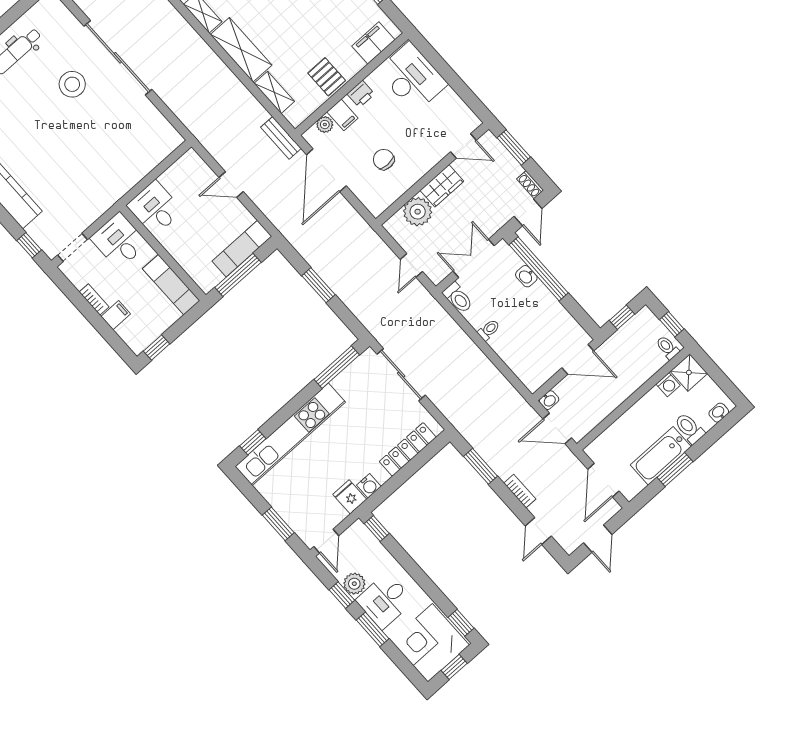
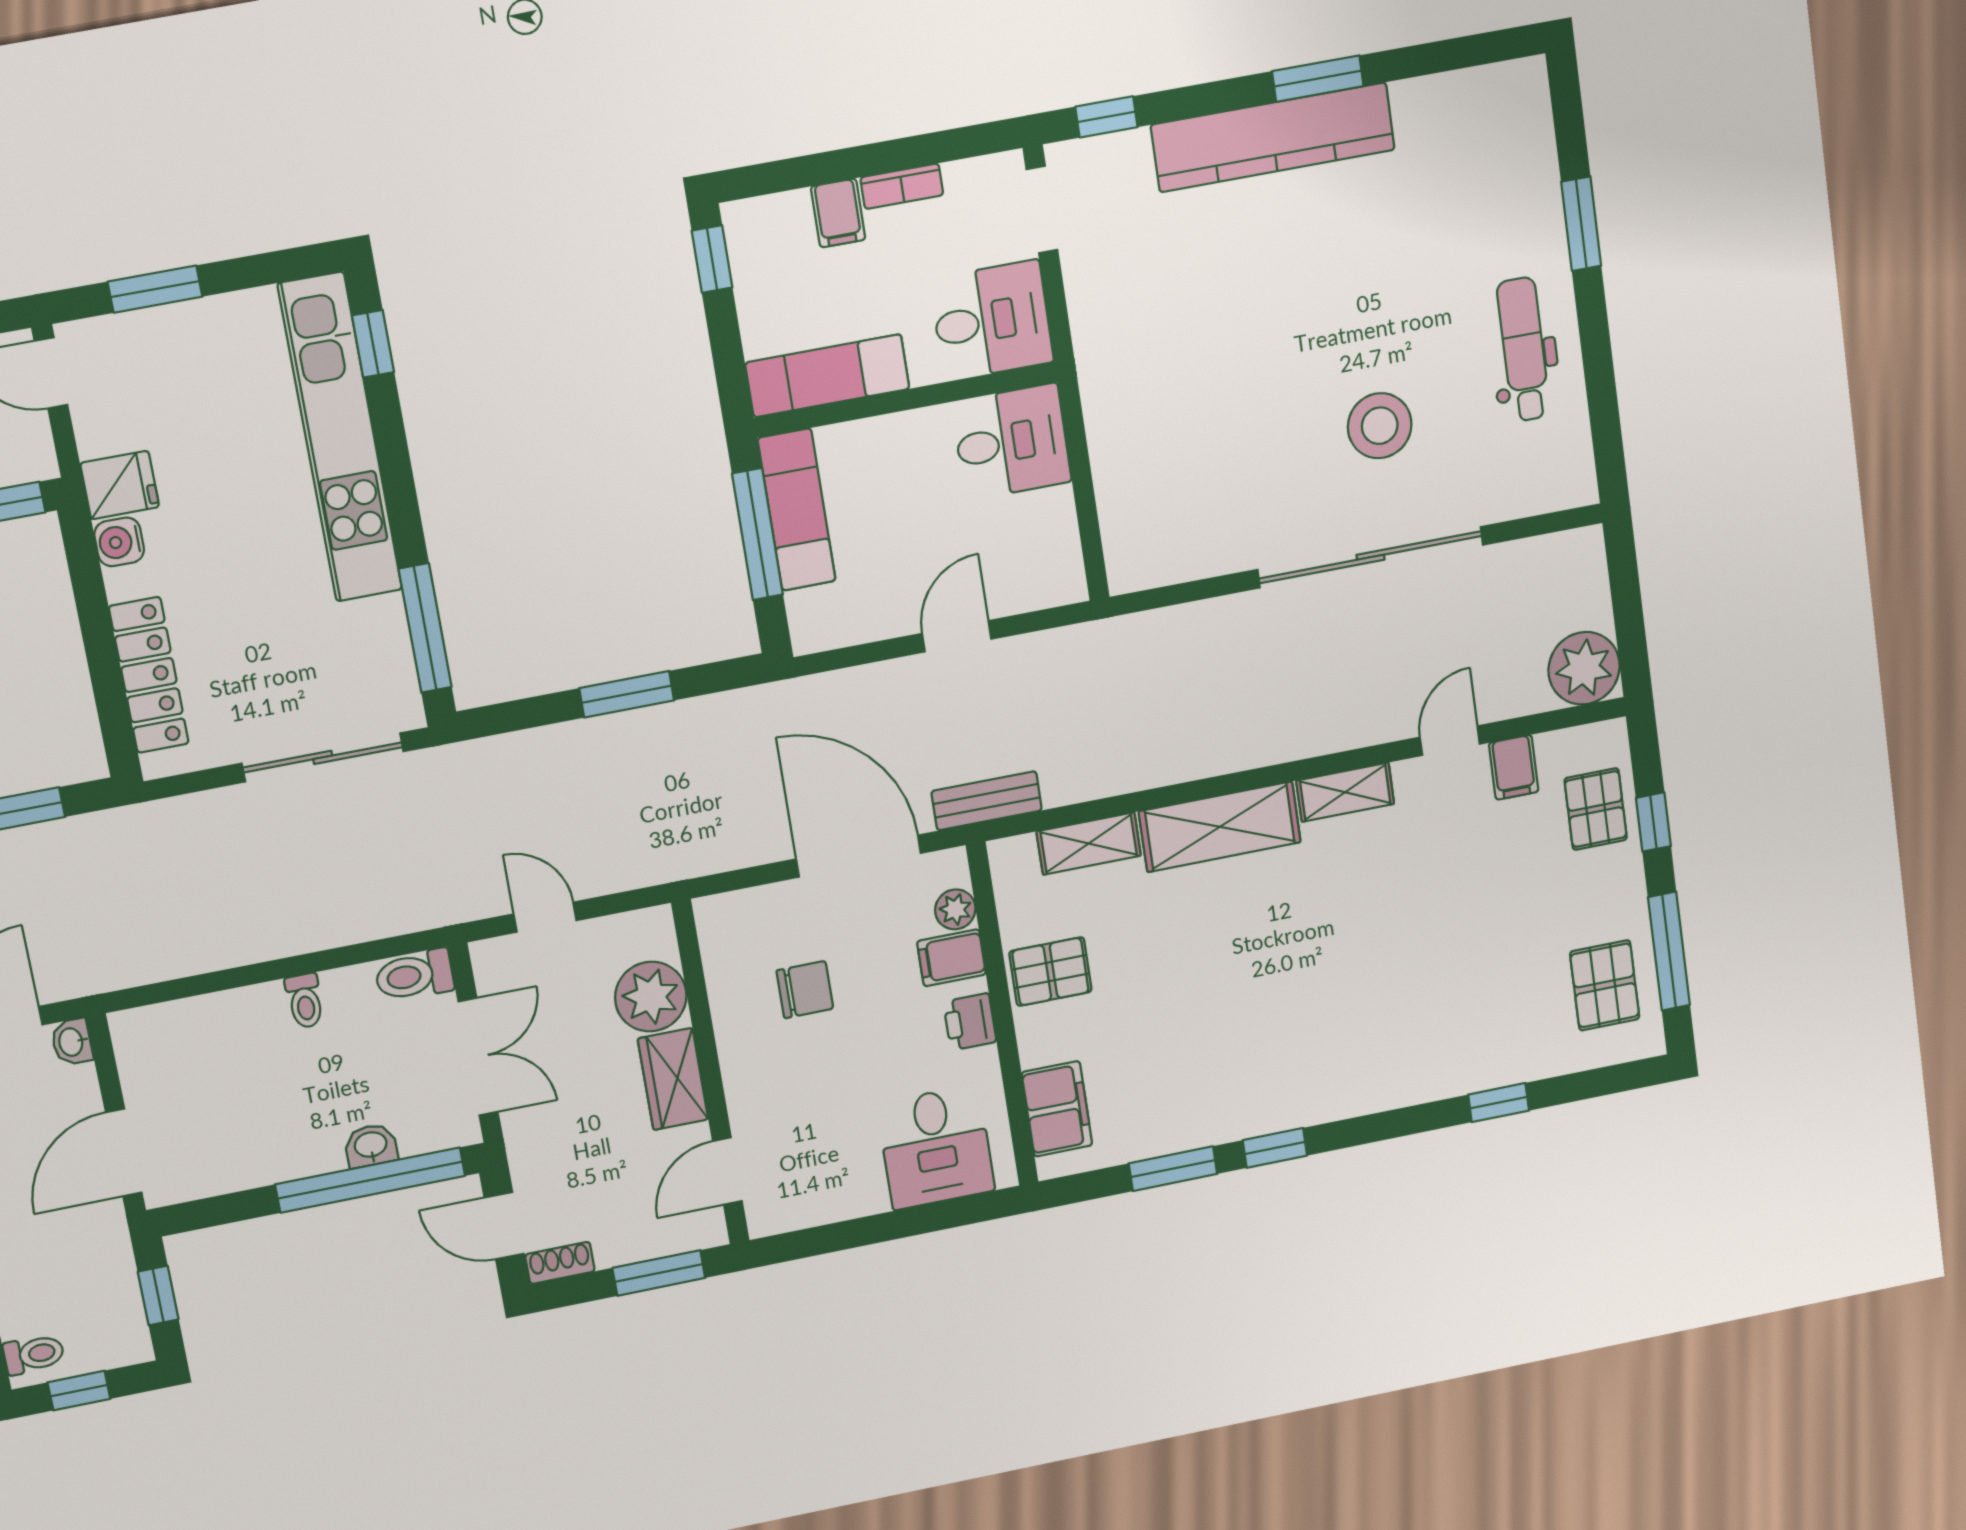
desk: (412, 78) -> (936, 1147), width x0.73
exam couch: (242, 249) -> (797, 510), moved

